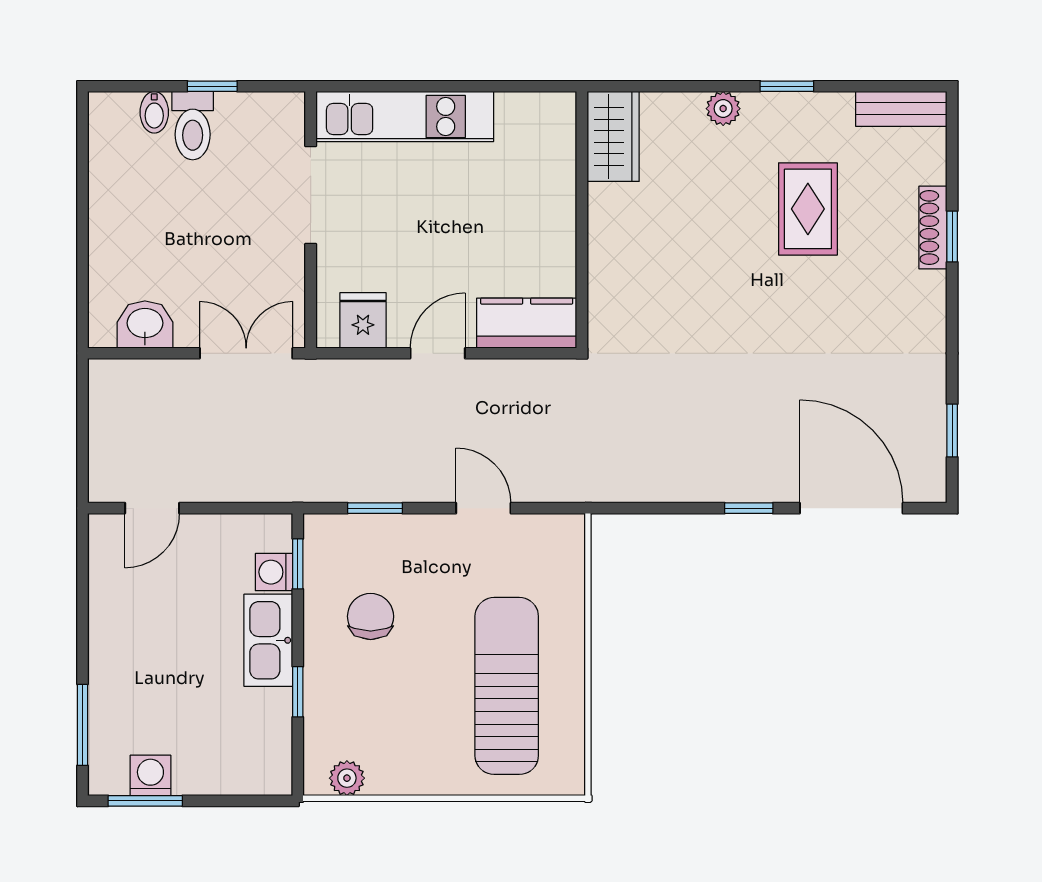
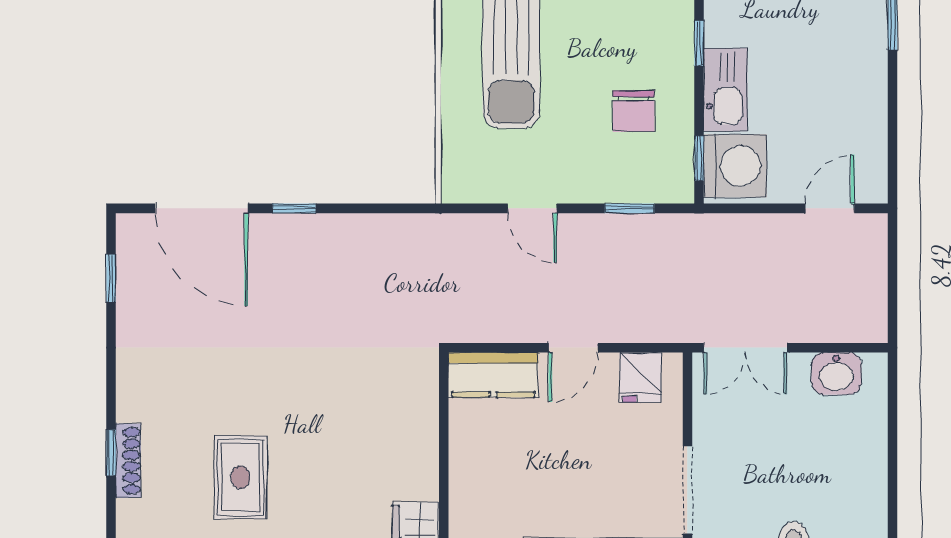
washing machine: (274, 572) -> (735, 166), width x1.89, depth x1.89

